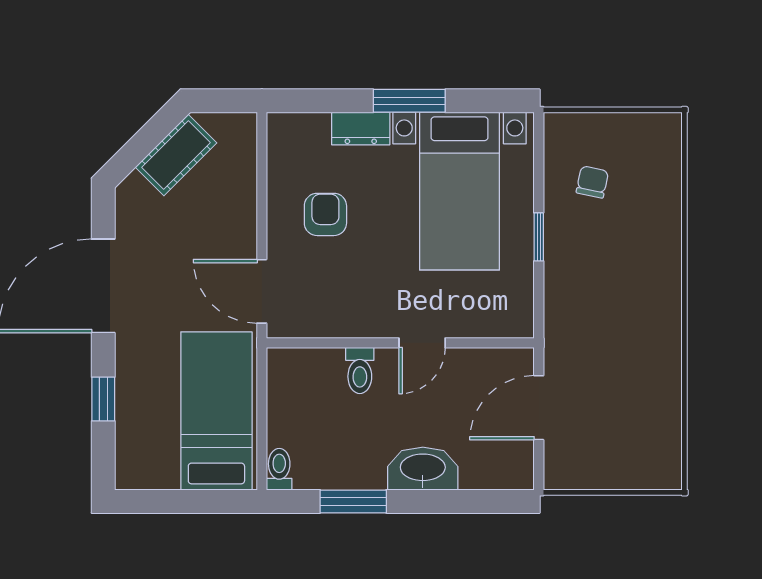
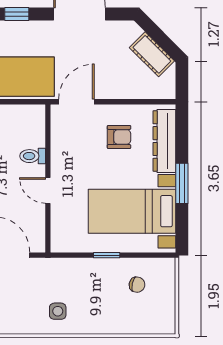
dresser: (361, 129) -> (164, 141), width x1.96, depth x1.24
side table: (640, 325) -> (58, 311), added

